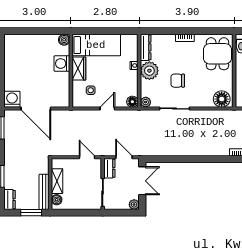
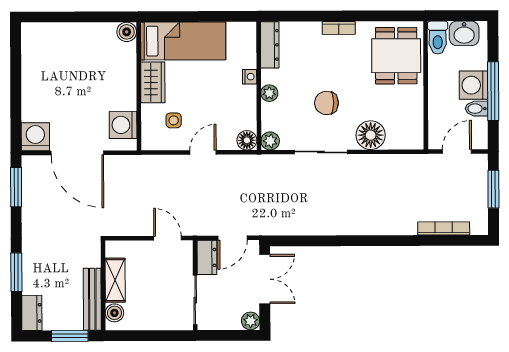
washing machine: (62, 64) -> (123, 125), moved
plant: (149, 71) -> (269, 93), width x0.53, depth x0.53
floor lamp: (222, 99) -> (371, 135), moved
door: (124, 157) -> (232, 238), swing flipped

